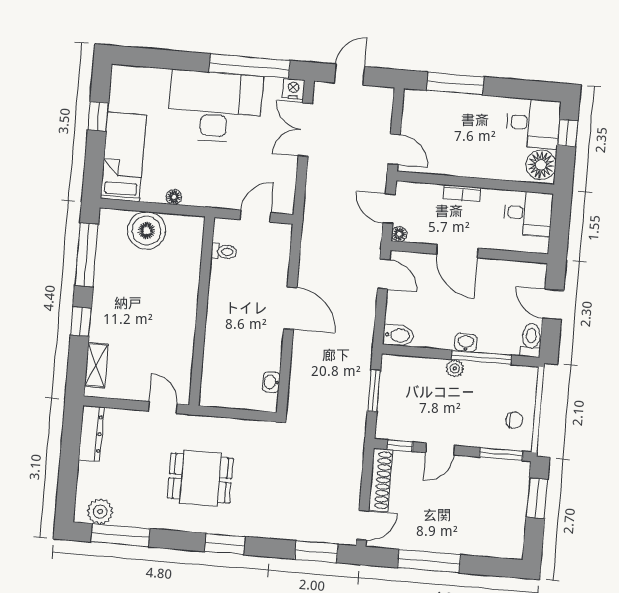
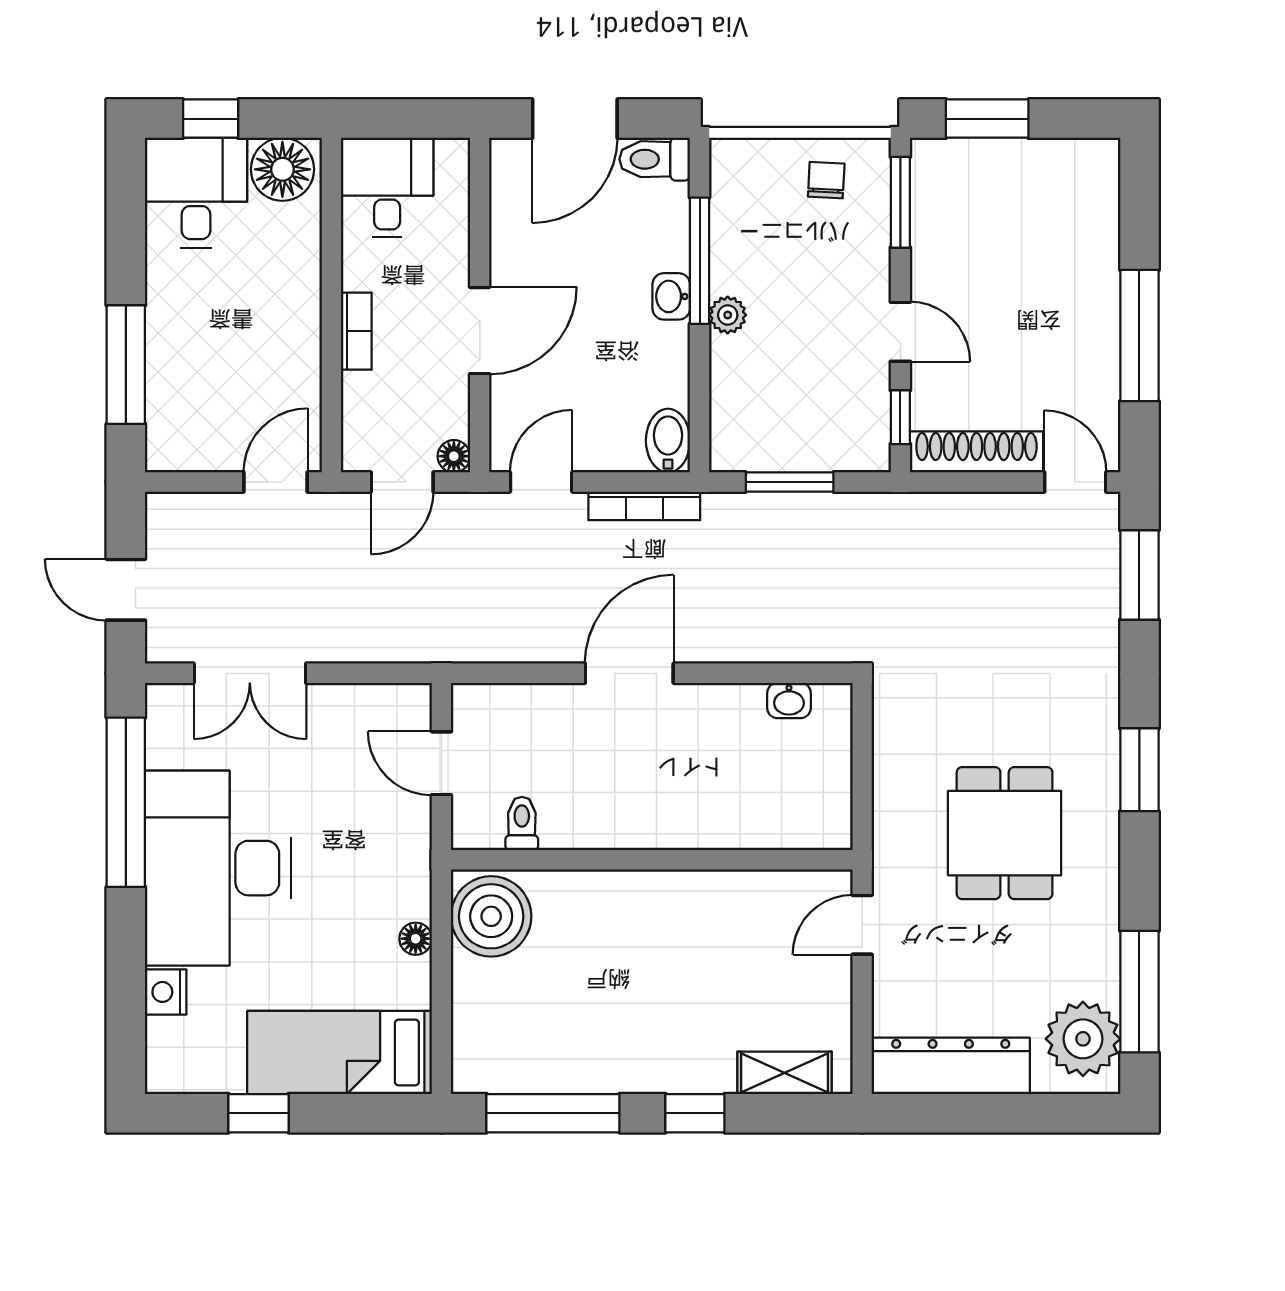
nightstand: (293, 89) -> (166, 992), moved
boiler: (147, 231) -> (491, 916), moved
door: (553, 304) -> (575, 119), width x1.38
bookcase: (368, 322) -> (644, 506), added
dresser: (91, 433) -> (951, 1066), width x1.37, depth x1.24
plant: (100, 512) -> (1083, 1039), width x1.36, depth x1.36

